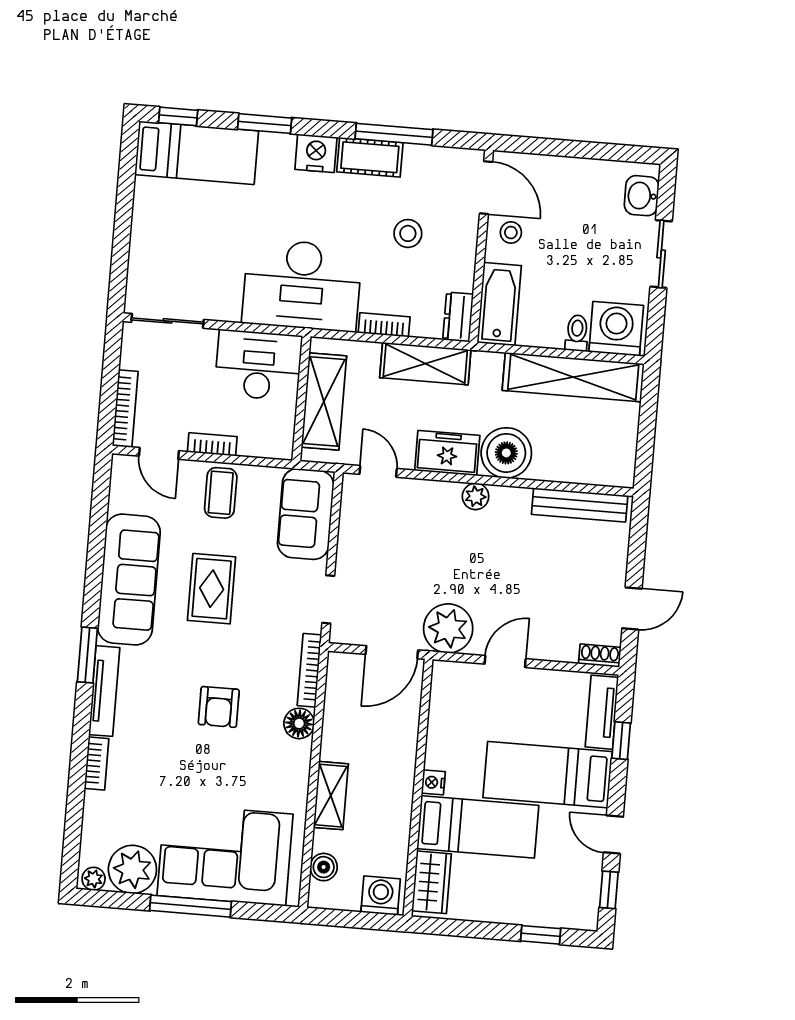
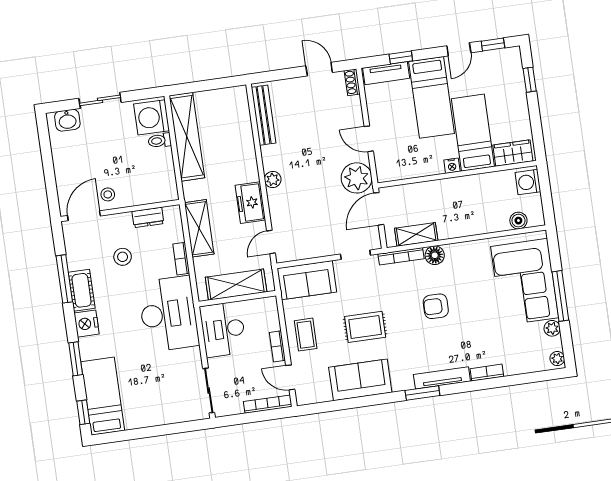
bathtub: (499, 304) -> (153, 192), removed
dresser: (458, 317) -> (148, 217), moved
door: (159, 453) -> (290, 377), swing flipped
boiler: (506, 453) -> (242, 167), removed
coffee table: (221, 493) -> (306, 335), turned 90
sofa: (129, 580) -> (360, 380), width x0.73
door: (392, 652) -> (379, 209), swing flipped
armchair: (219, 707) -> (436, 306), turned 180
shelving: (331, 796) -> (416, 234), moved
plant: (132, 869) -> (552, 328), width x0.53, depth x0.53

